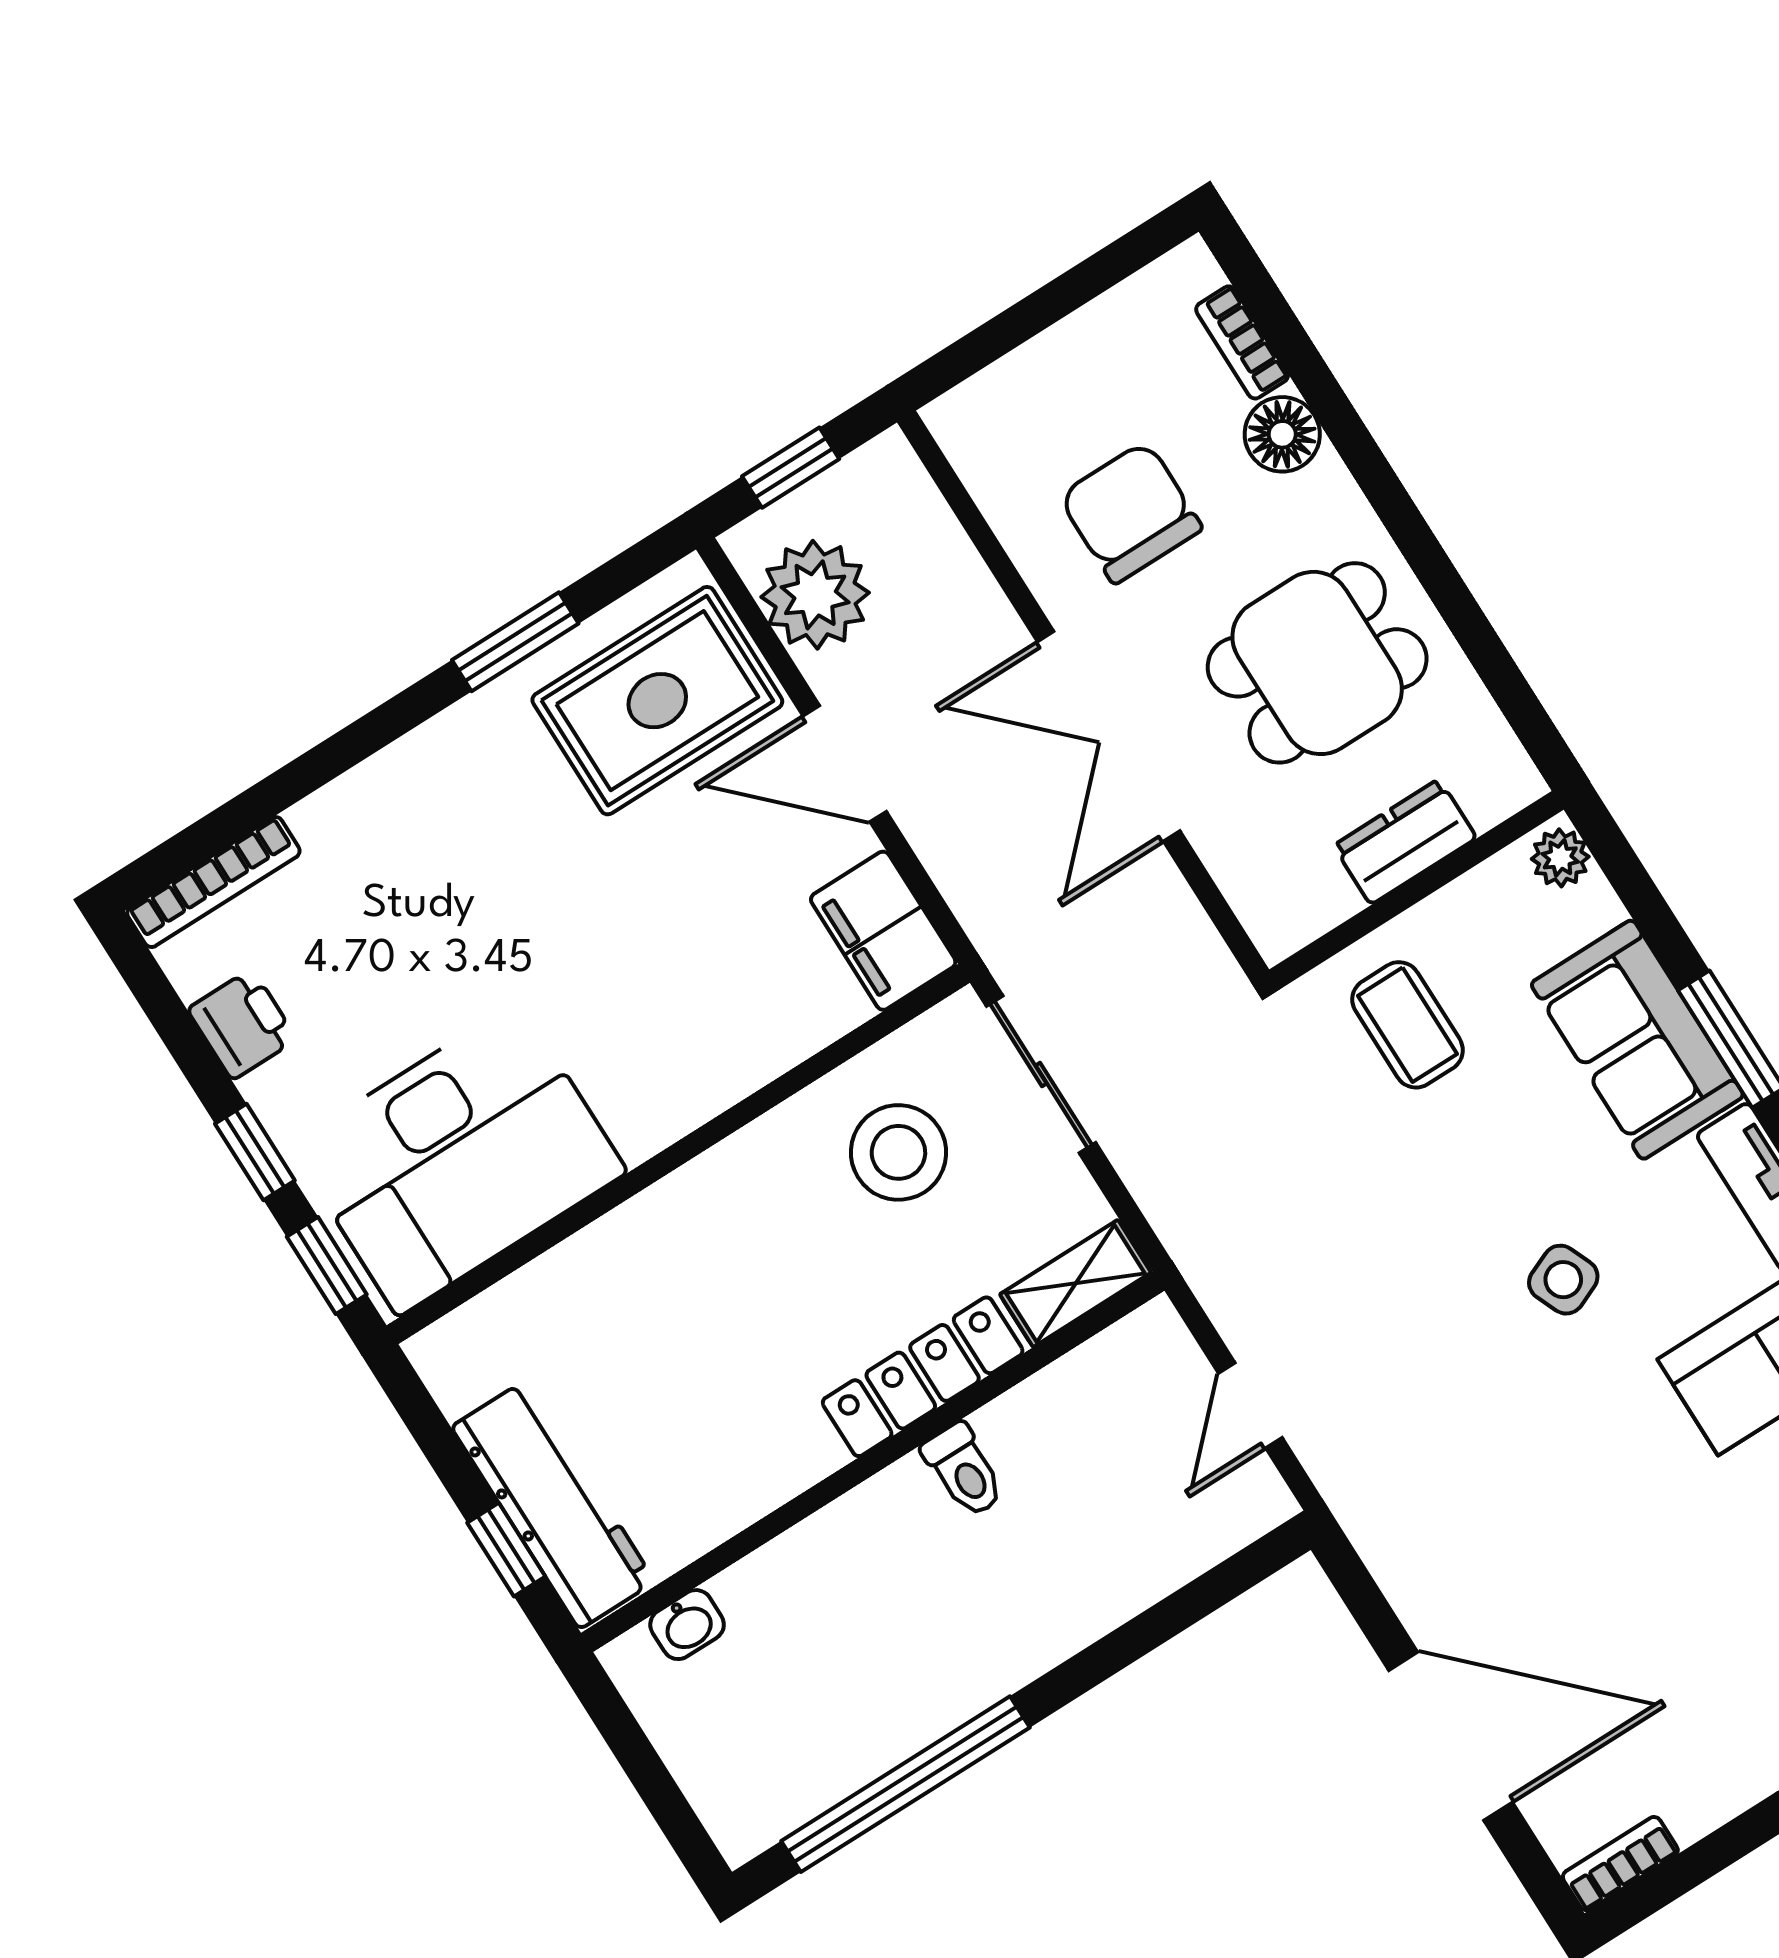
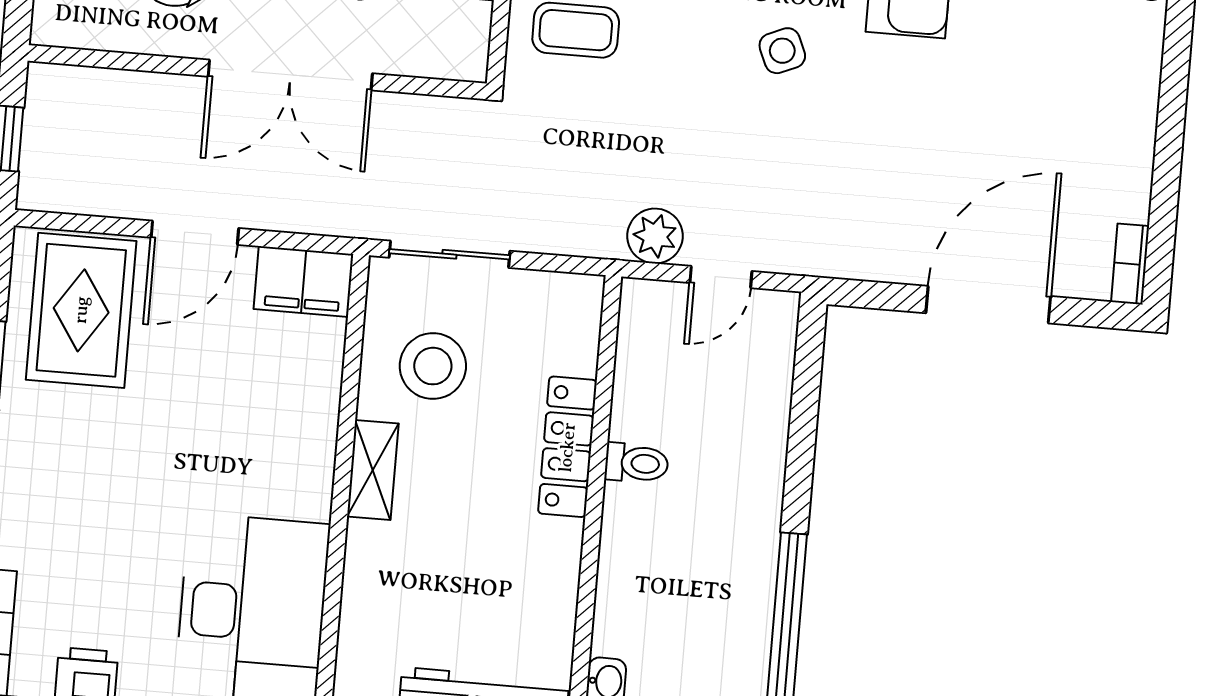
plant: (815, 595) -> (655, 236), moved, width x0.73, depth x0.73
shelving: (1075, 1283) -> (373, 470), moved
door: (1250, 1406) -> (721, 277), hinge flipped

